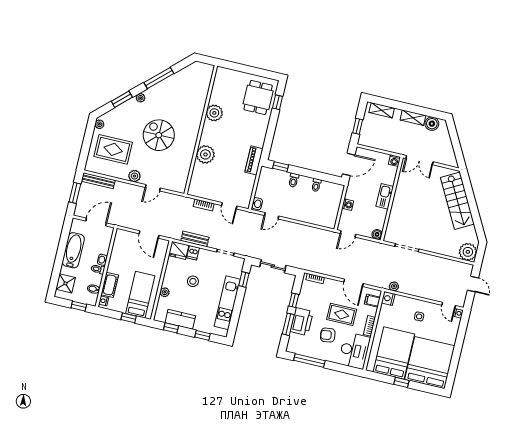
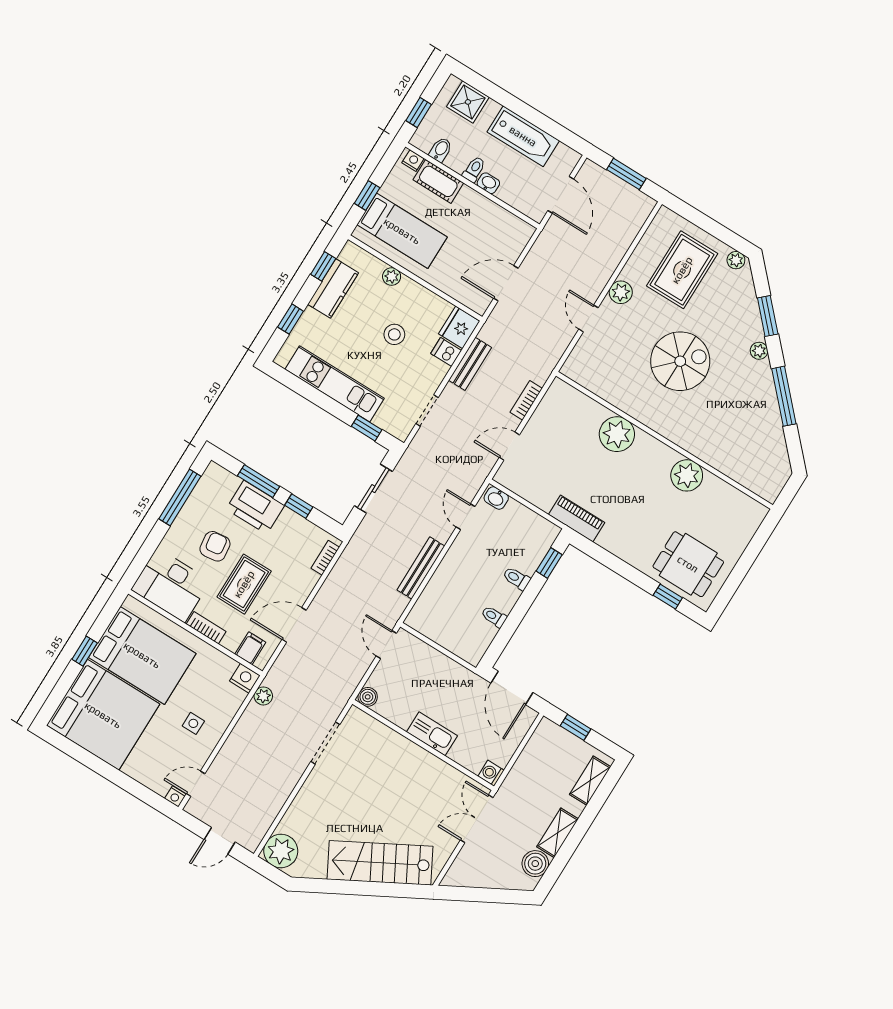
bench: (98, 181) -> (421, 568), moved
washing machine: (348, 205) -> (439, 662), removed

